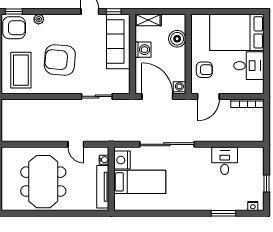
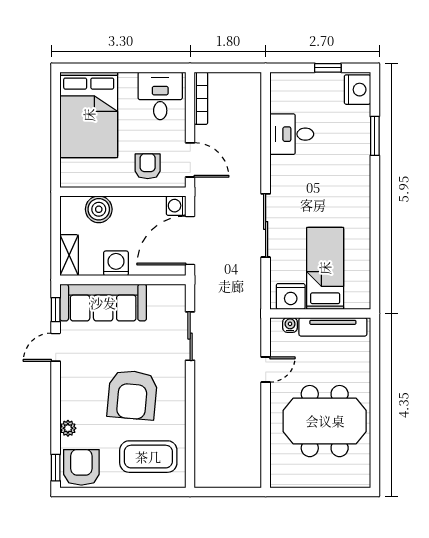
desk: (249, 66) -> (160, 96), moved
sliding door: (167, 144) -> (266, 225), width x0.73
nightstand: (253, 206) -> (357, 90), width x1.89, depth x1.79

